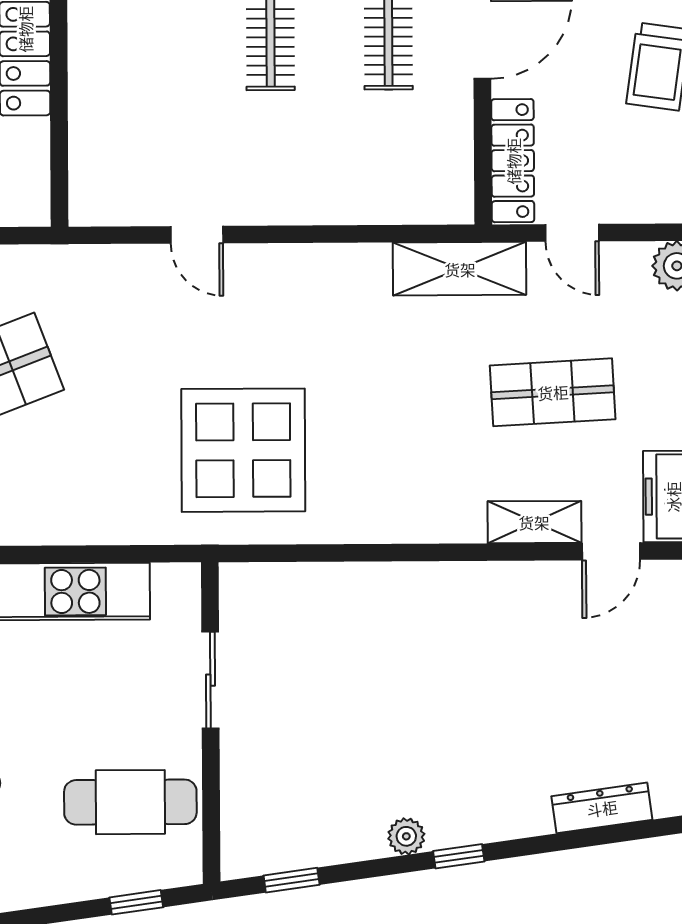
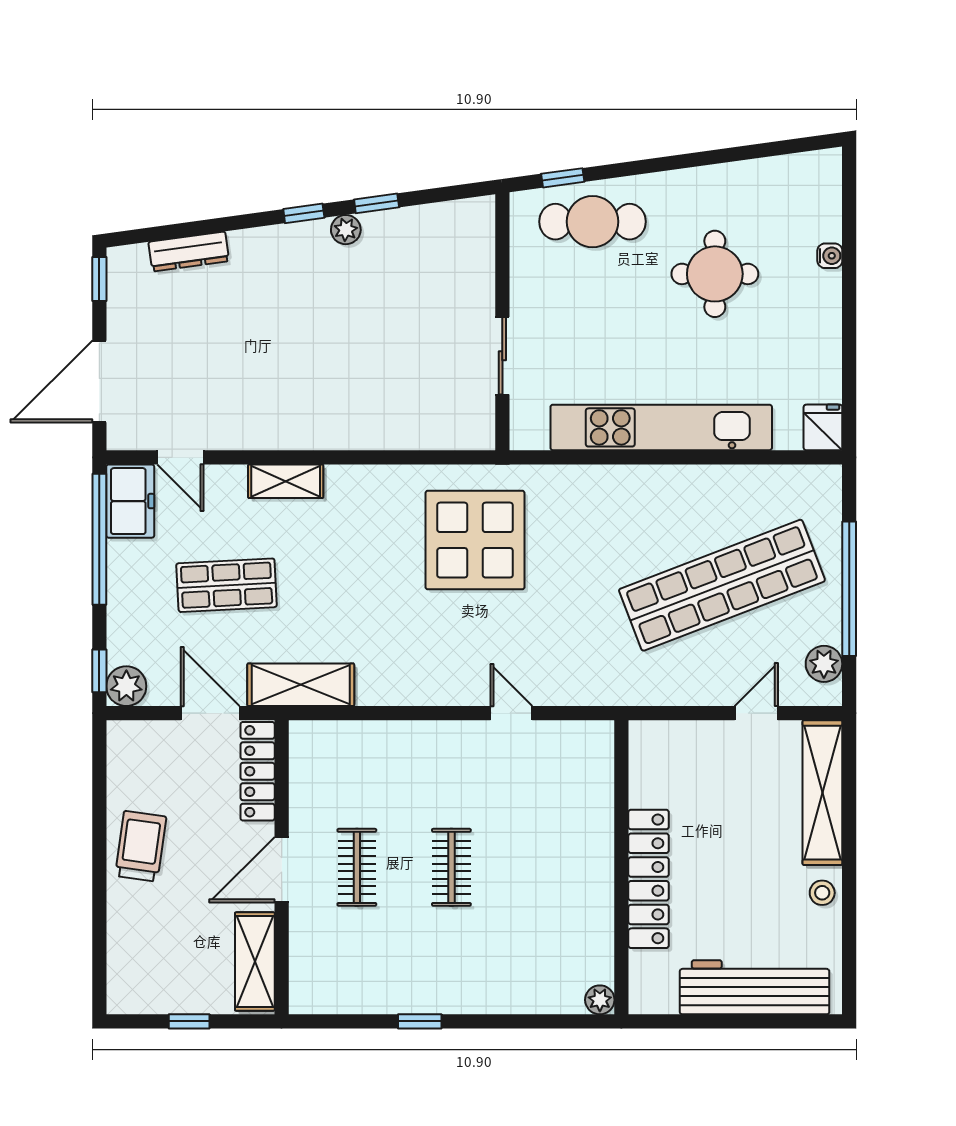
door: (572, 233) -> (210, 713), width x1.38
shelving: (534, 522) -> (286, 481), moved
door: (611, 551) -> (180, 457), swing flipped
cafe table: (130, 802) -> (592, 222), moved
window: (292, 880) -> (377, 203), moved

